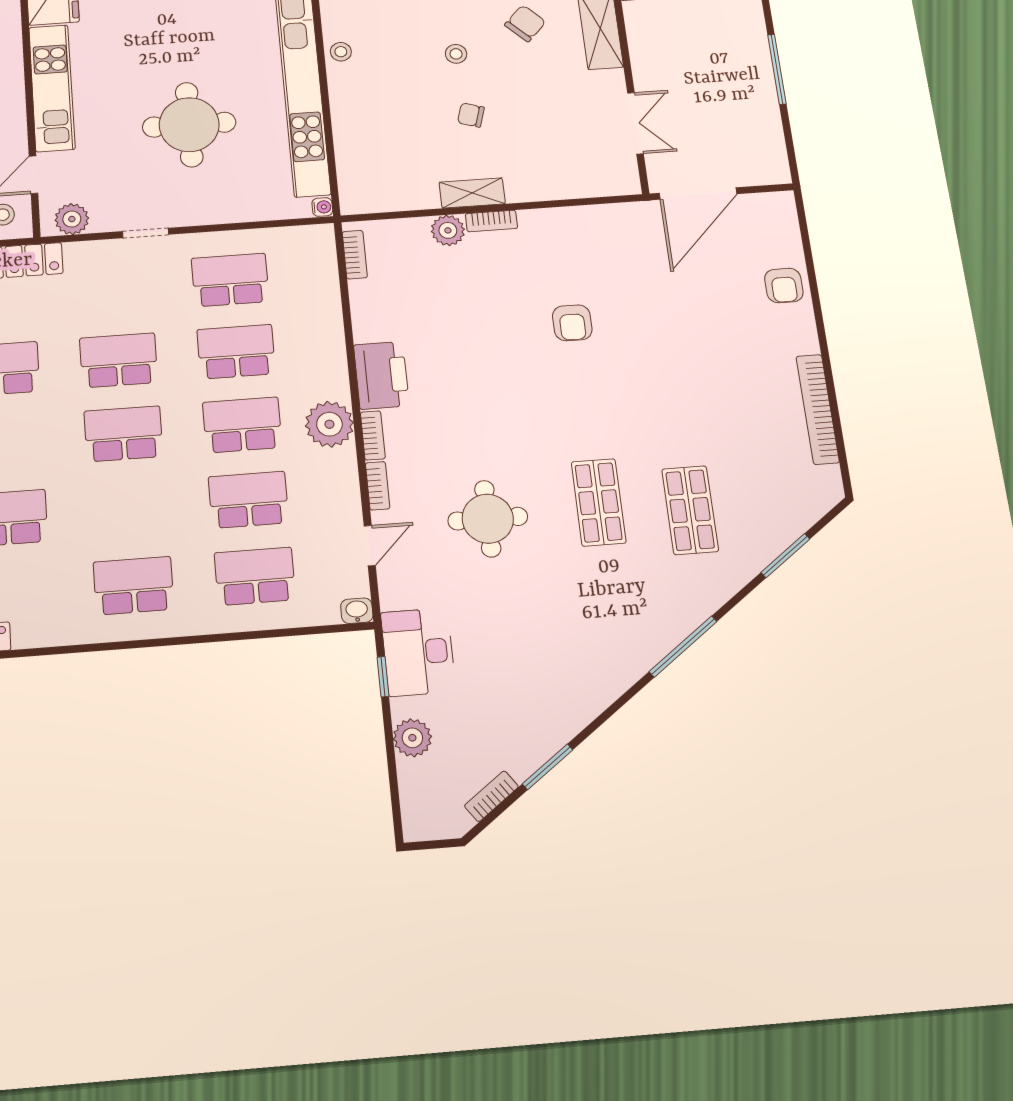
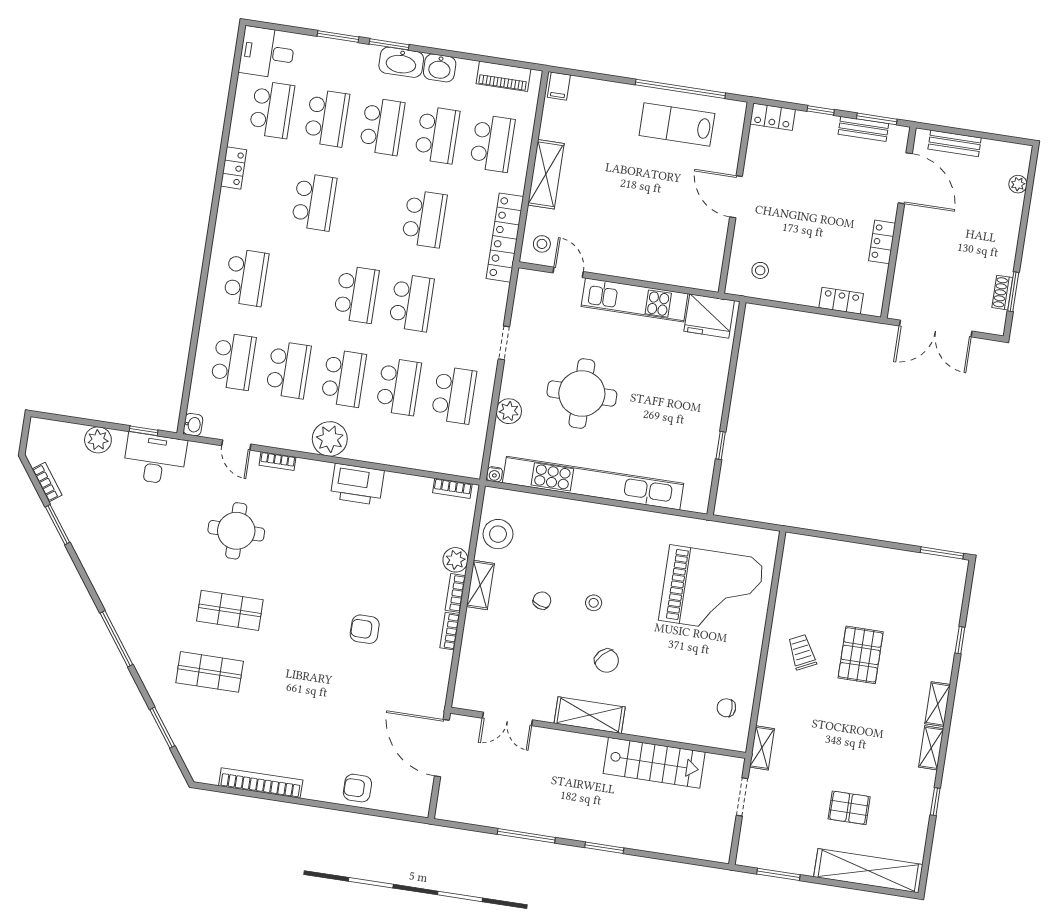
stool: (341, 52) -> (498, 534), moved, width x1.89, depth x1.89
plant: (72, 219) -> (509, 411), moved
bookcase: (373, 435) -> (450, 631), moved, turned 90

